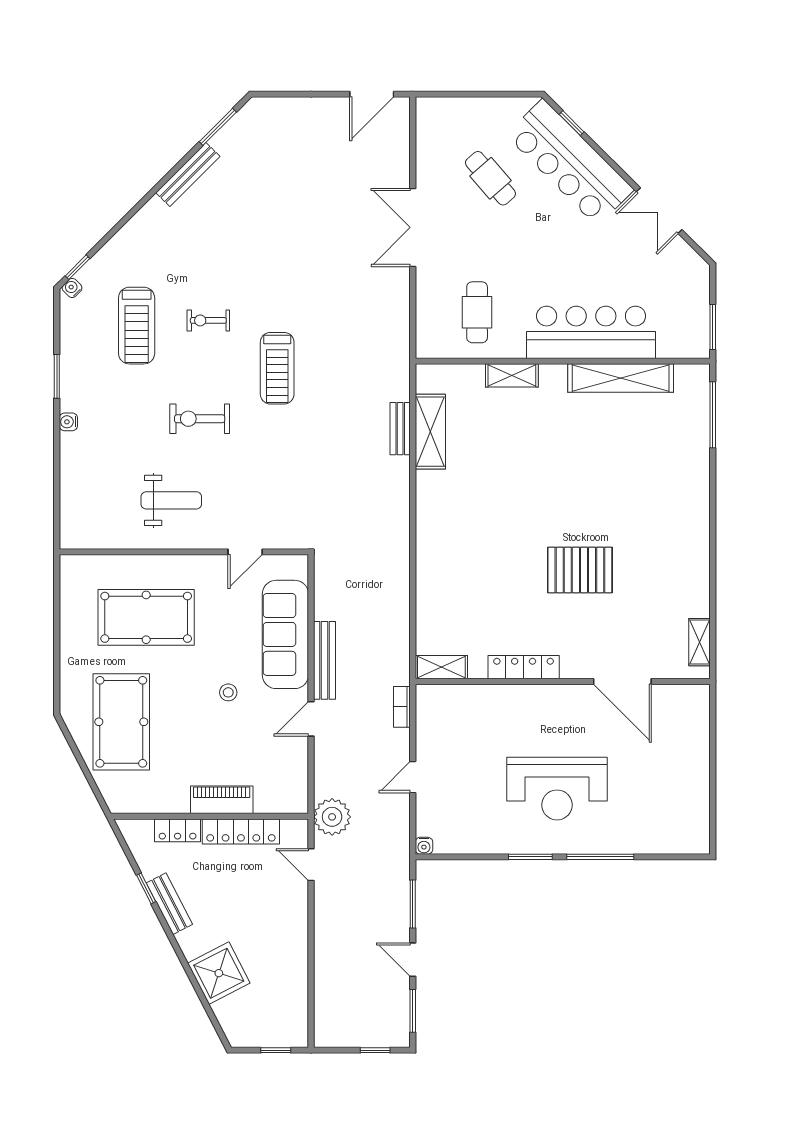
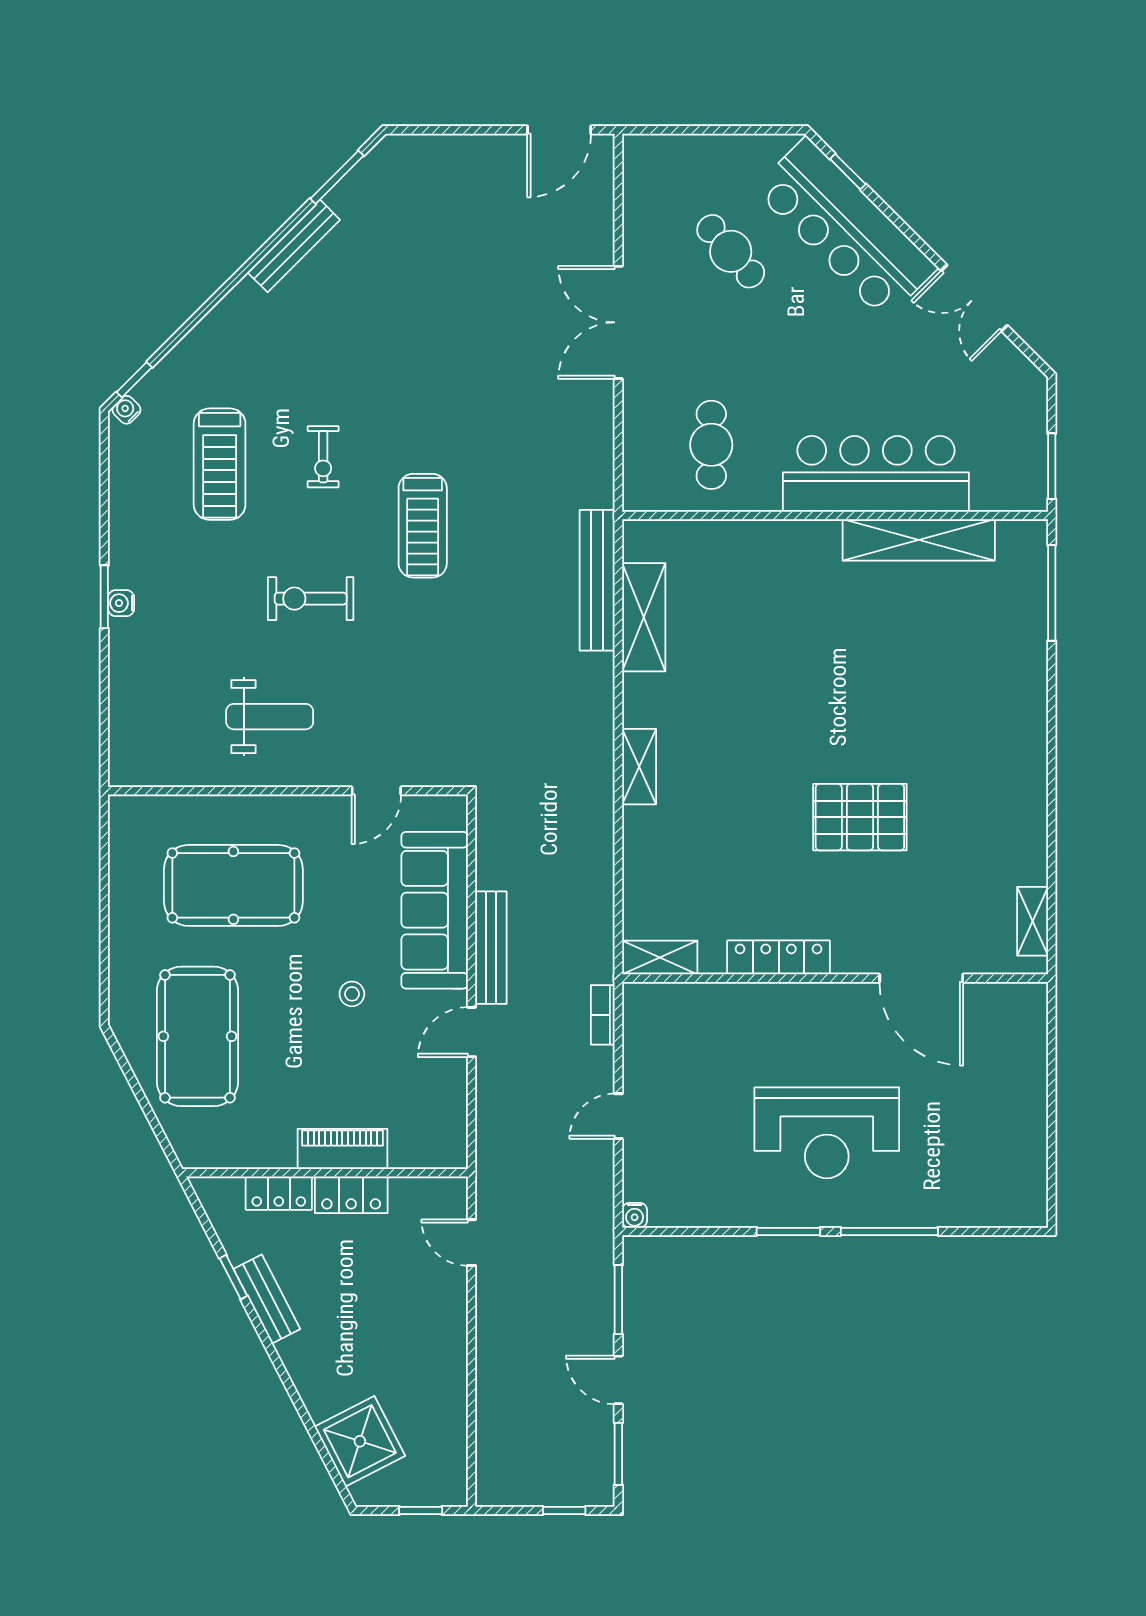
exercise bike: (208, 320) -> (323, 457), turned -90
shelving: (512, 375) -> (639, 767), moved, turned 90
window: (57, 376) -> (104, 597), moved
bench: (400, 429) -> (597, 580), width x1.86, depth x1.21
plant: (332, 817) -> (502, 1174), removed
locker: (241, 831) -> (351, 1195), width x0.66
shower: (219, 973) -> (360, 1441), moved

